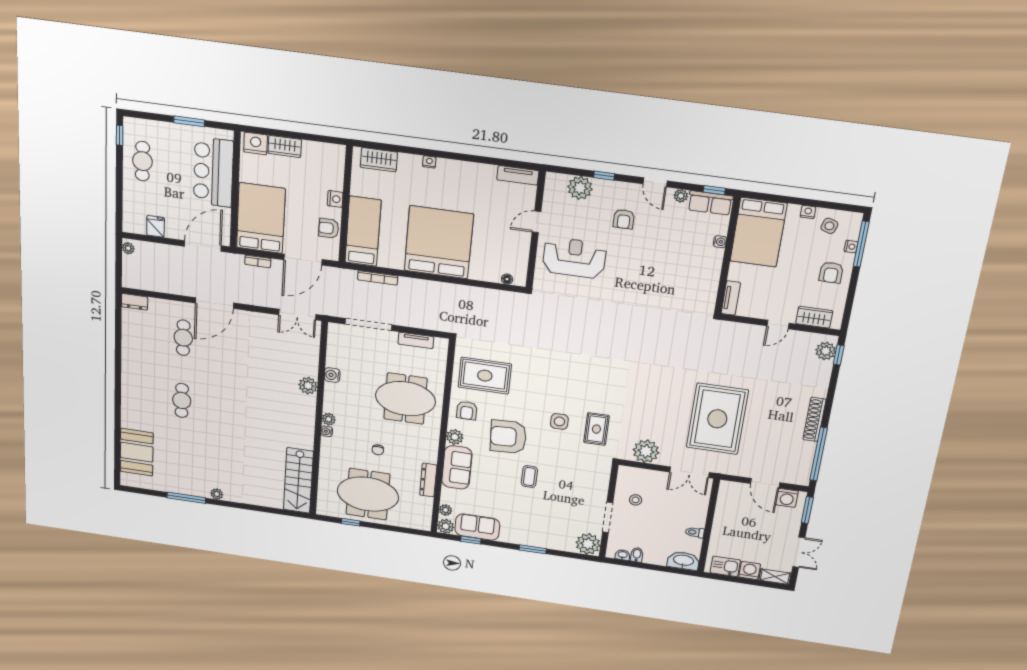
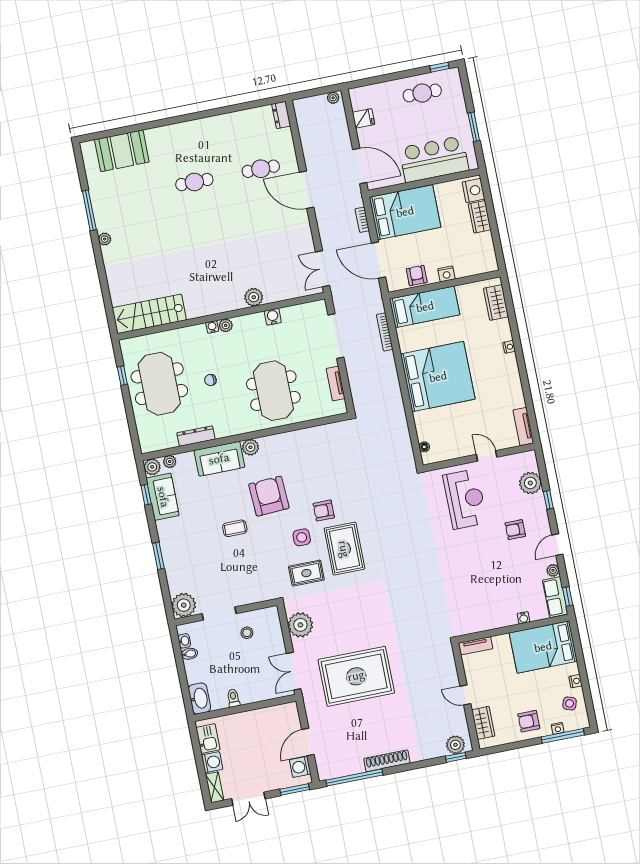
rug: (485, 376) -> (344, 549), moved
armchair: (467, 411) -> (324, 511), moved

